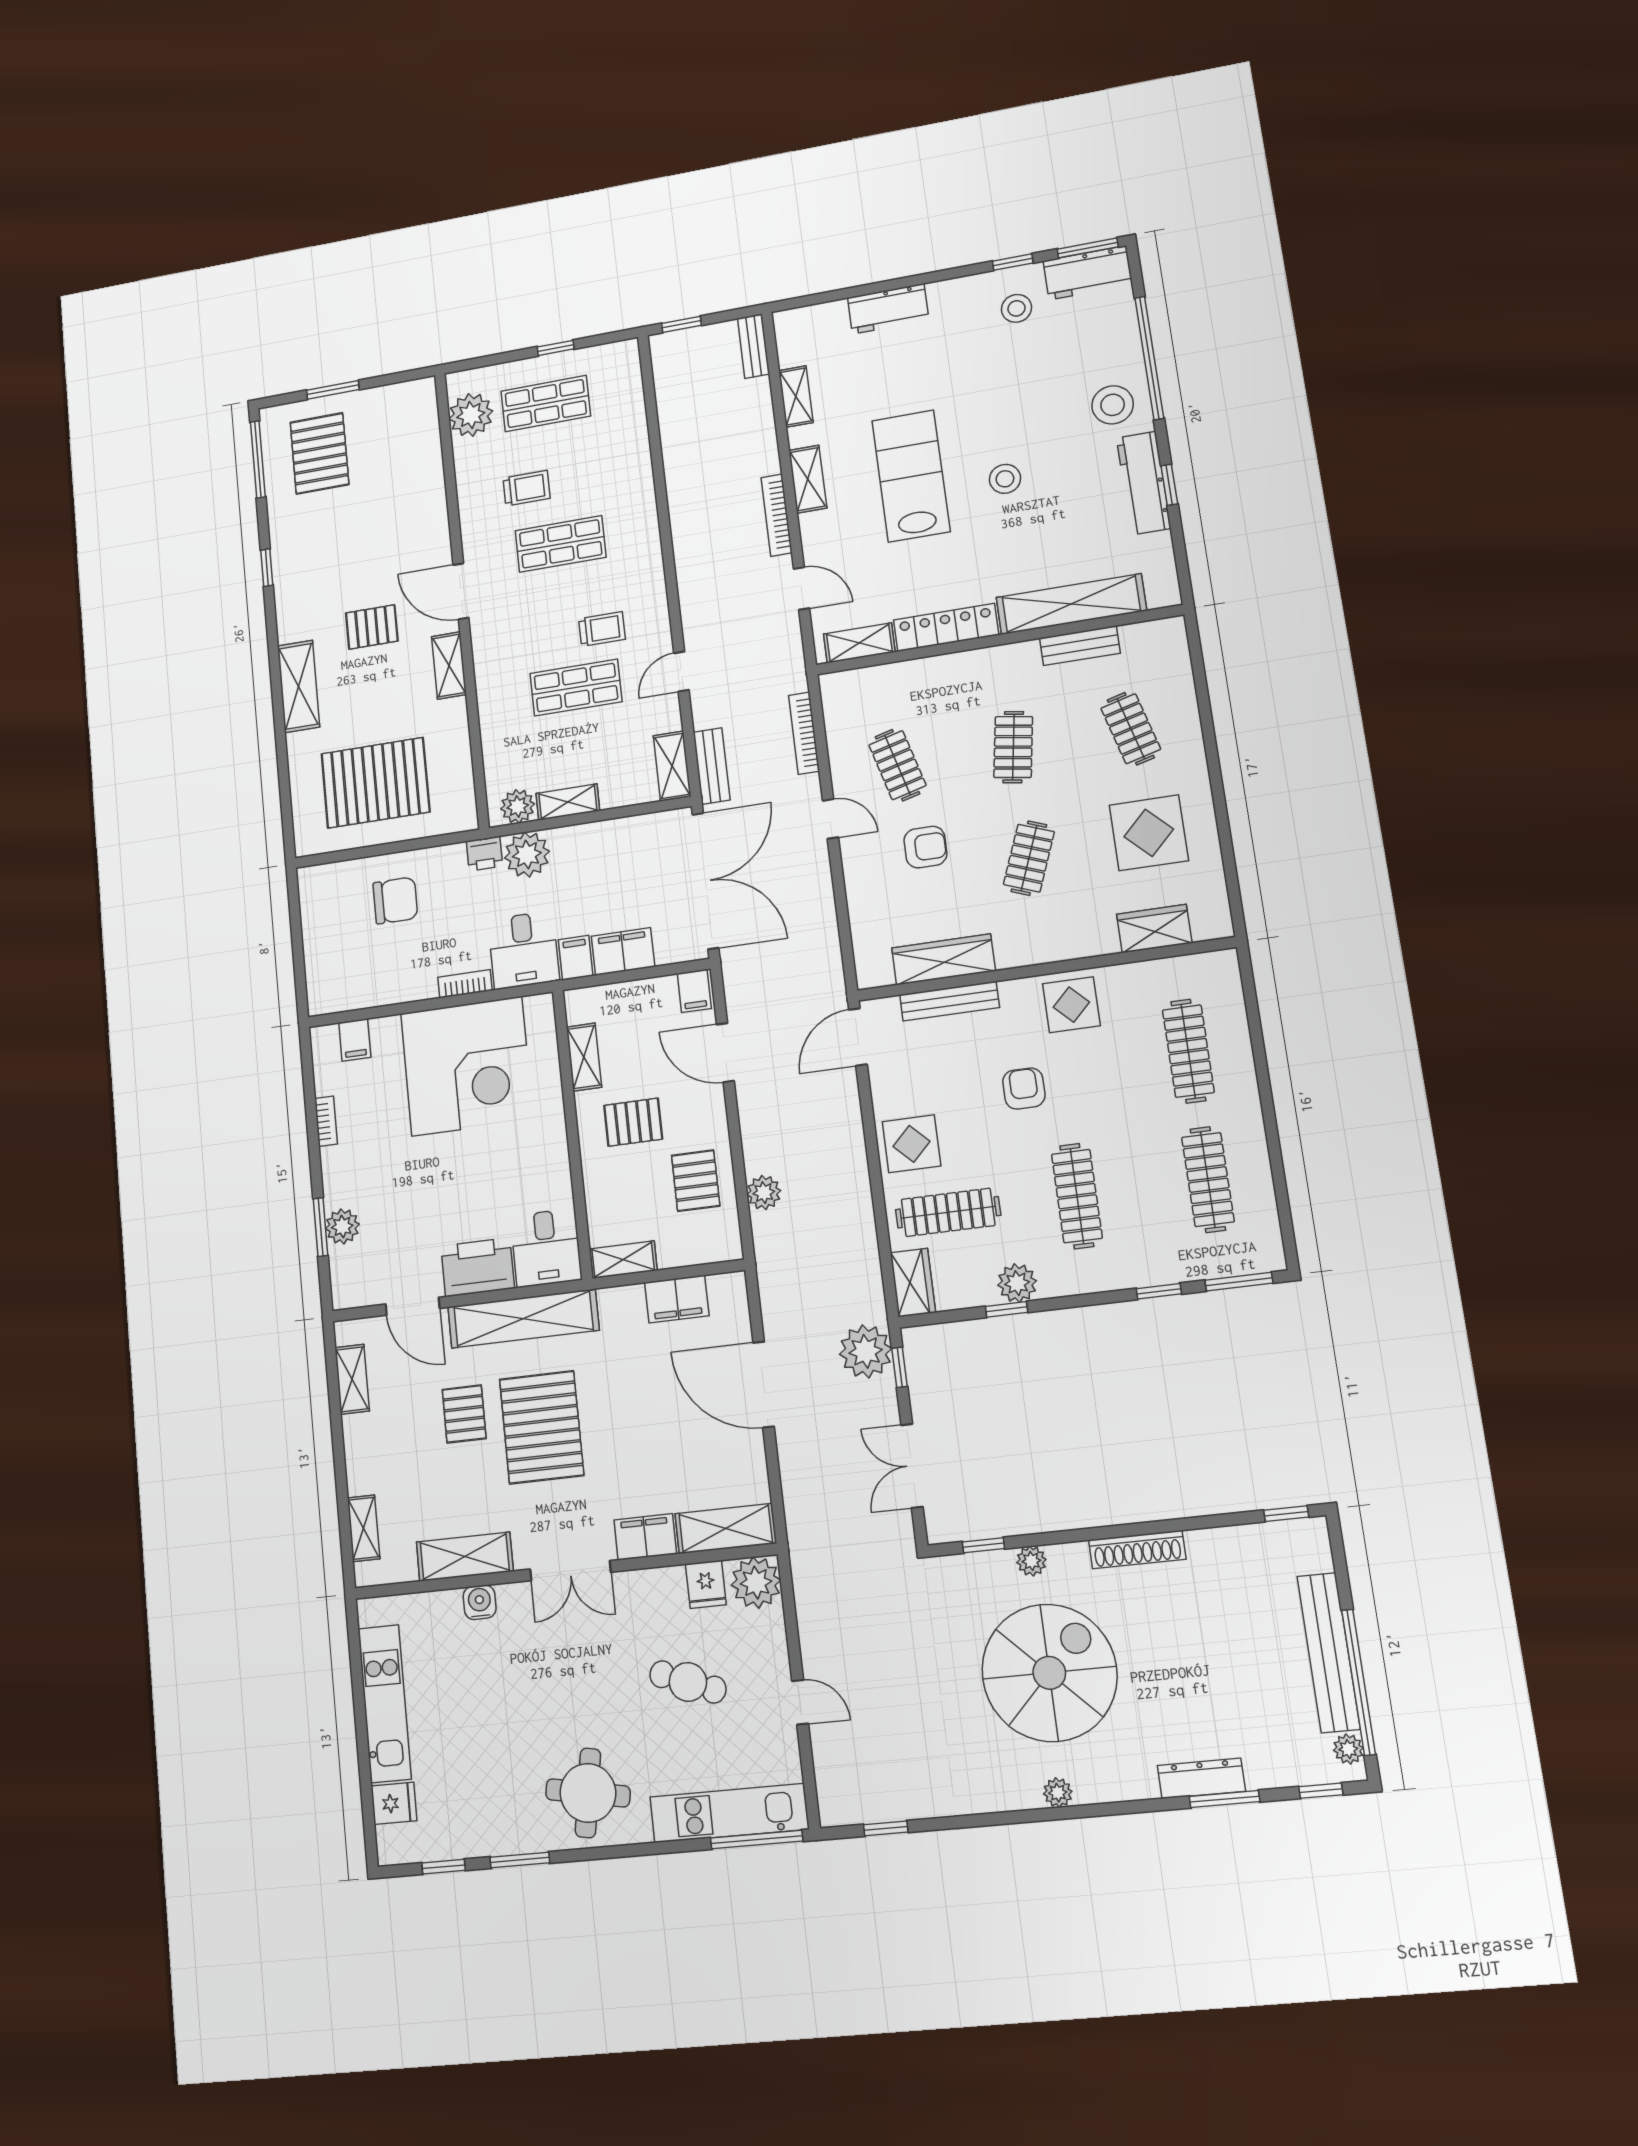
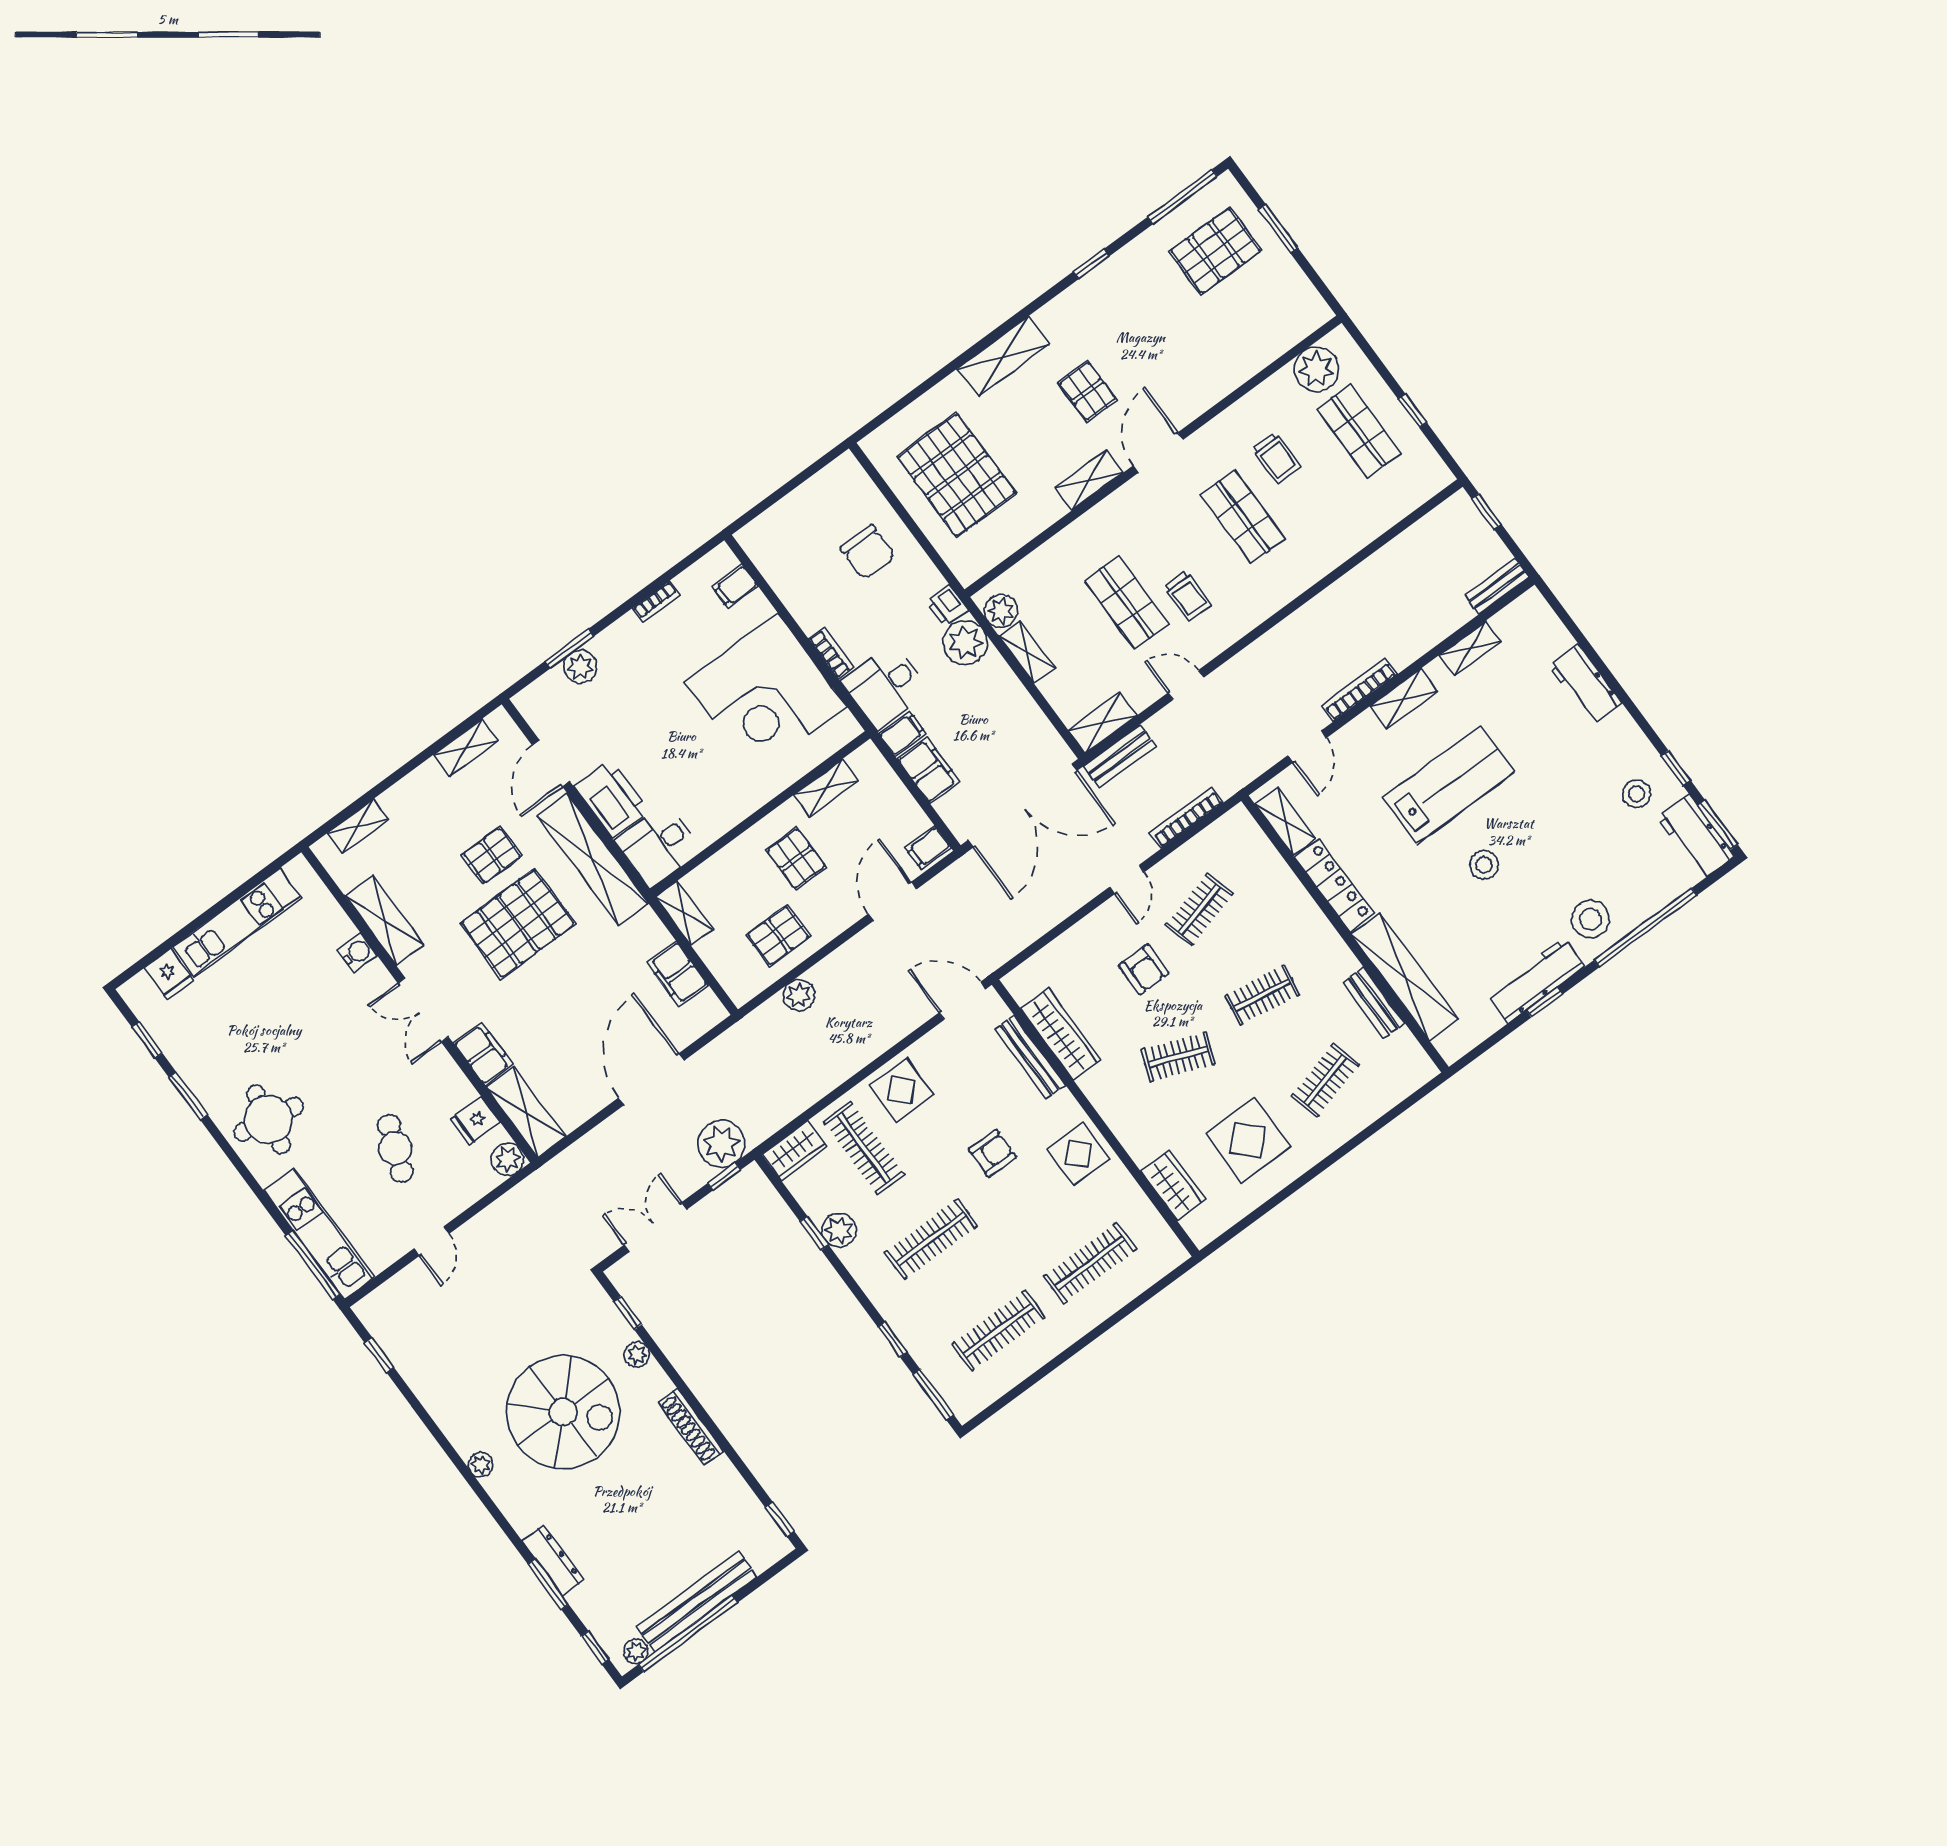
plant: (756, 1583) -> (508, 1159), width x0.73, depth x0.73

